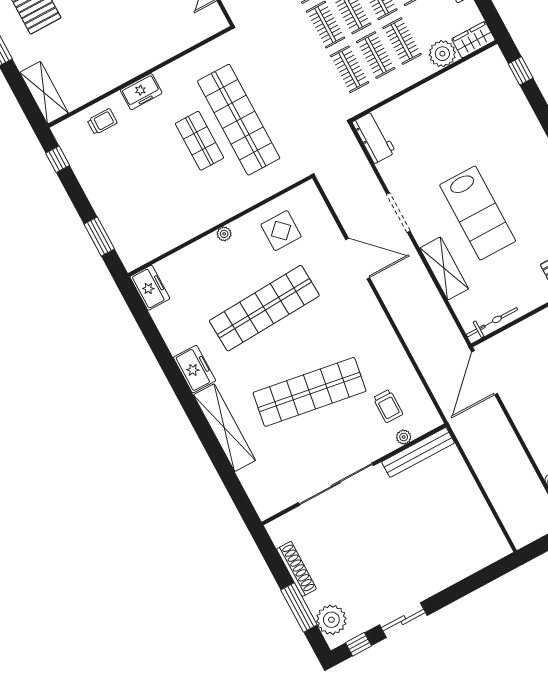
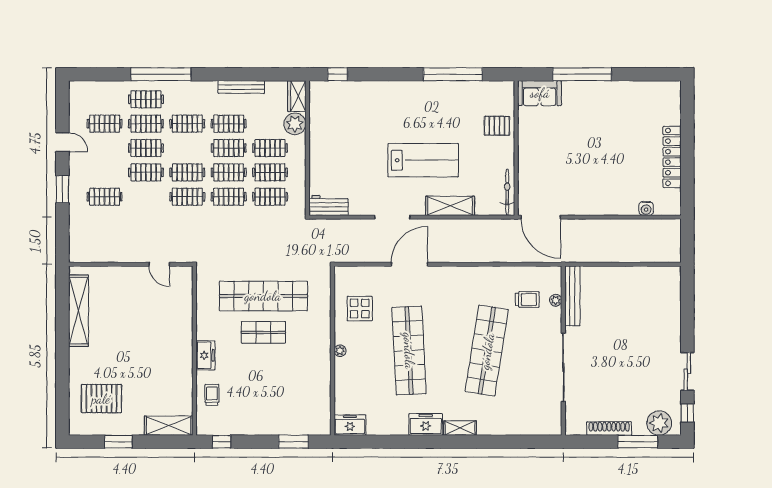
shelving: (224, 428) -> (460, 428), width x0.45, depth x0.75

